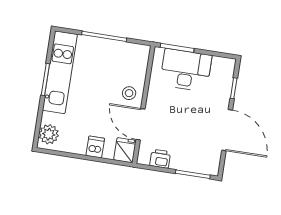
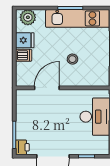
stool: (129, 93) -> (72, 59), moved
fridge: (125, 150) -> (25, 40), moved
printer: (160, 159) -> (22, 147), moved

